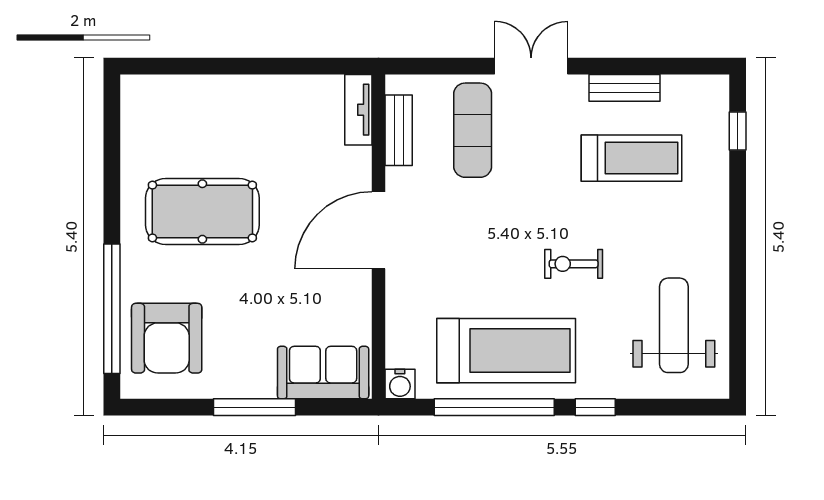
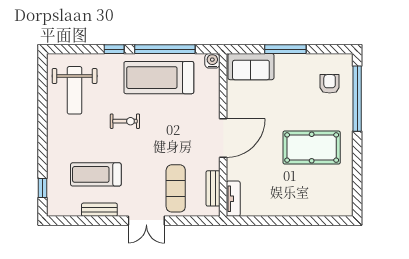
armchair: (167, 338) -> (330, 84), width x0.53, depth x0.53

